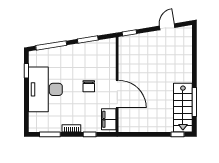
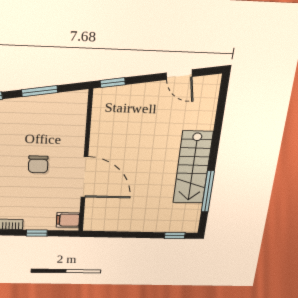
door: (167, 27) -> (179, 75), swing flipped
stairs: (183, 108) -> (193, 168), moved
filing cabinet: (109, 119) -> (68, 220), width x0.50

